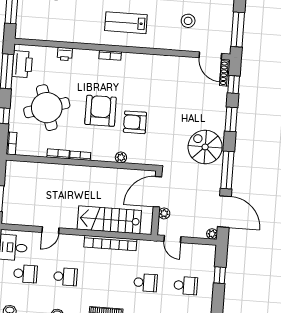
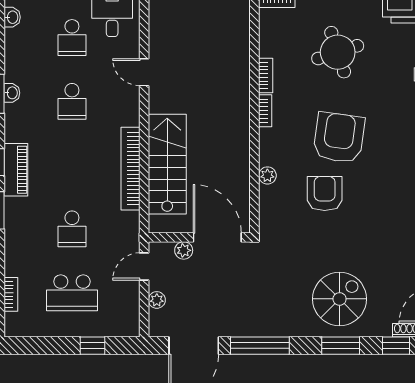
round table: (47, 108) -> (338, 52), width x0.73, depth x0.73
armchair: (101, 111) -> (339, 138), turned -82
spiral stairs: (205, 147) -> (340, 299), moved
plant: (212, 234) -> (157, 300), moved
school desk: (186, 286) -> (72, 293), width x1.85

